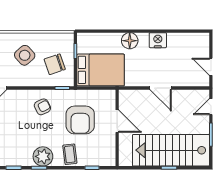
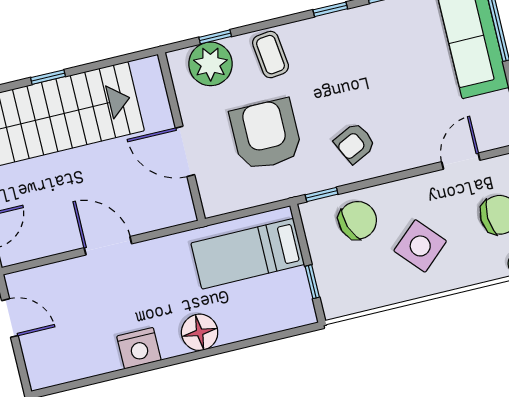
chair: (55, 64) -> (358, 220), moved
bed: (101, 70) -> (248, 254), width x0.67
plant: (43, 156) -> (210, 64), moved

